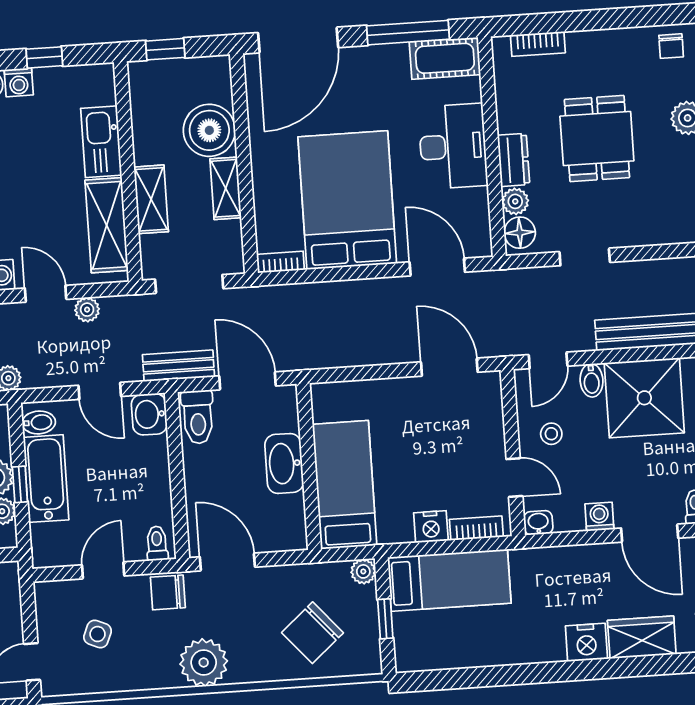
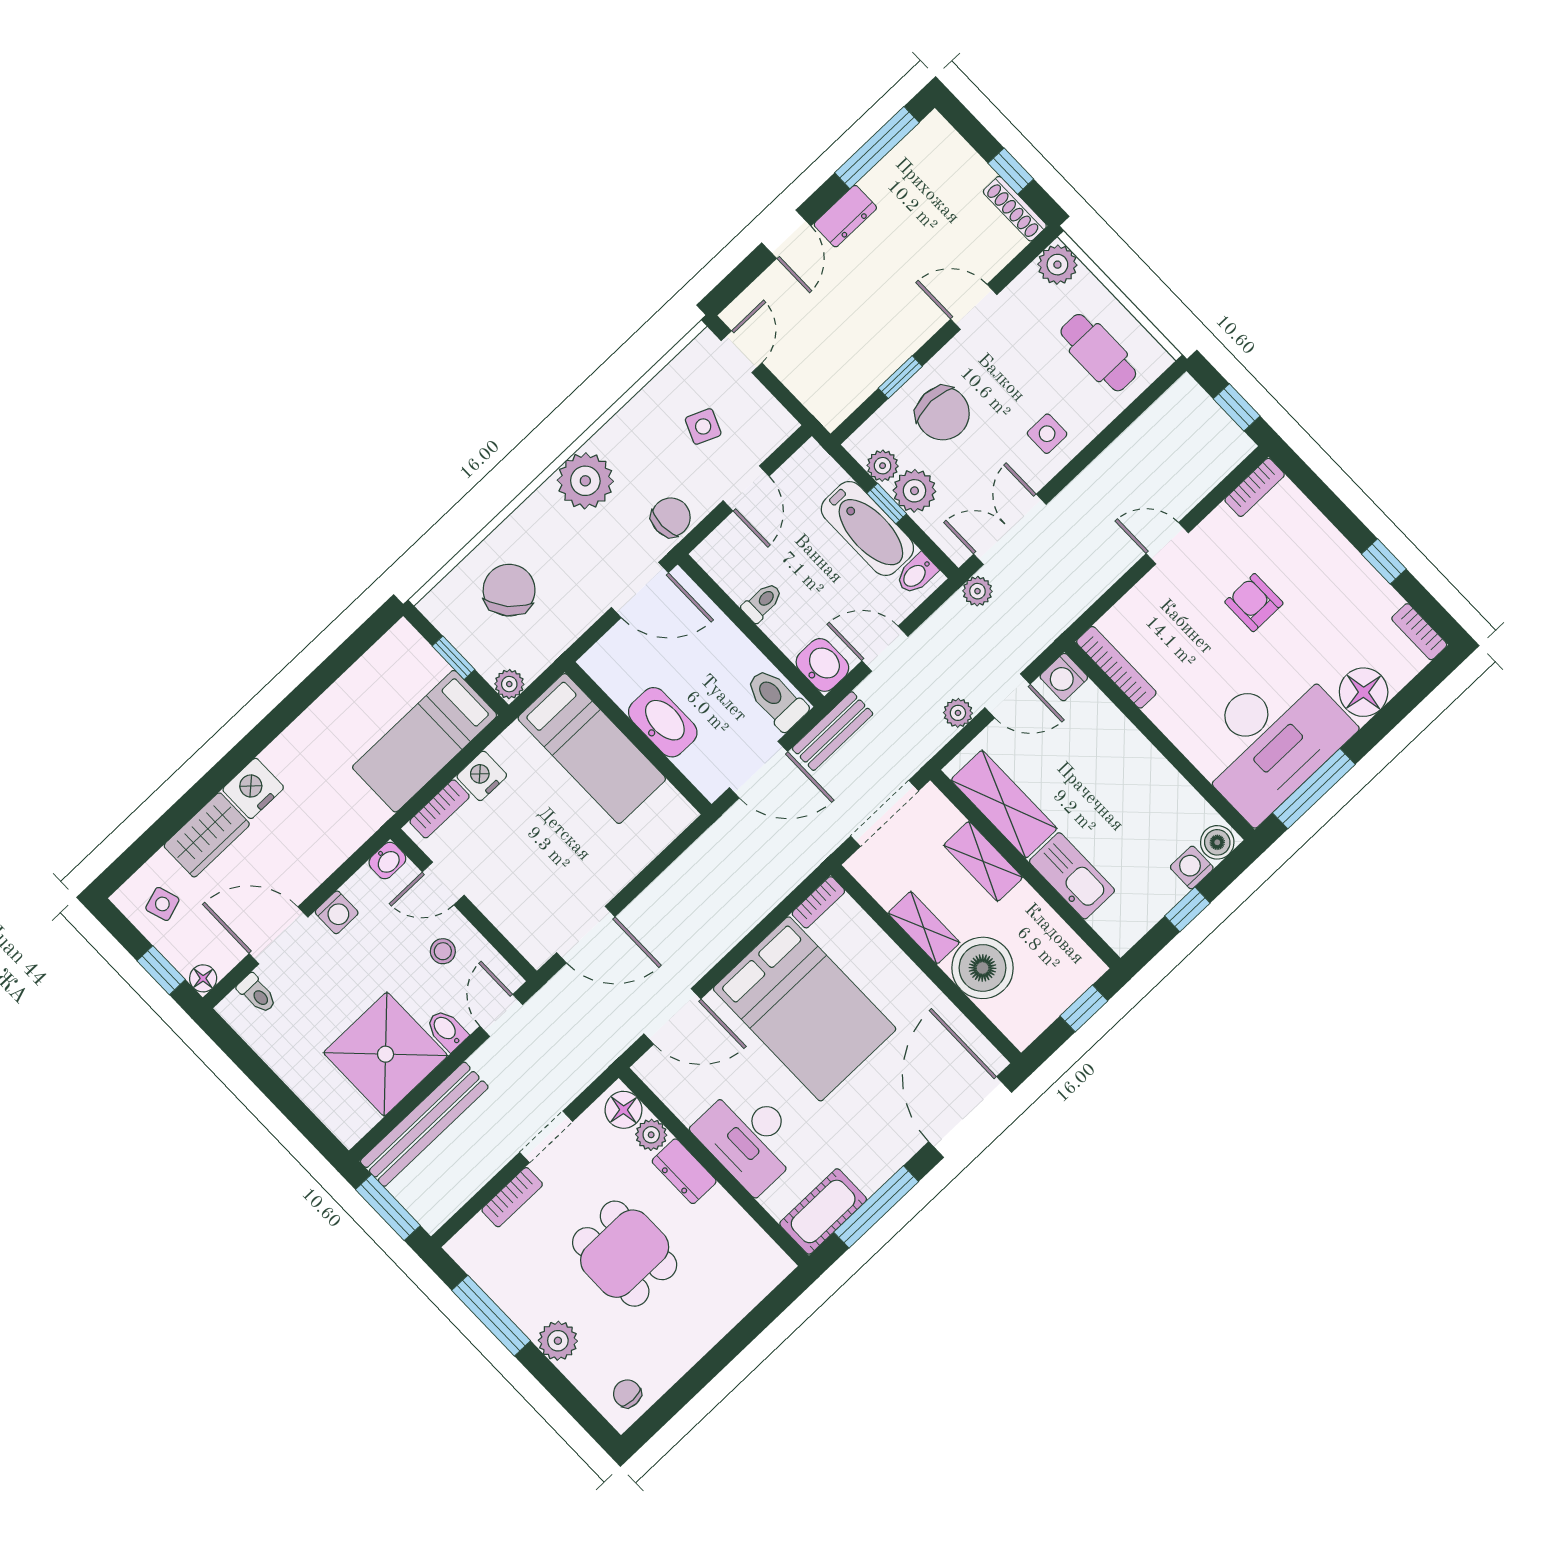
bookcase: (538, 44) -> (512, 1197), moved, turned 180
toilet: (157, 543) -> (762, 602), moved, turned -90

